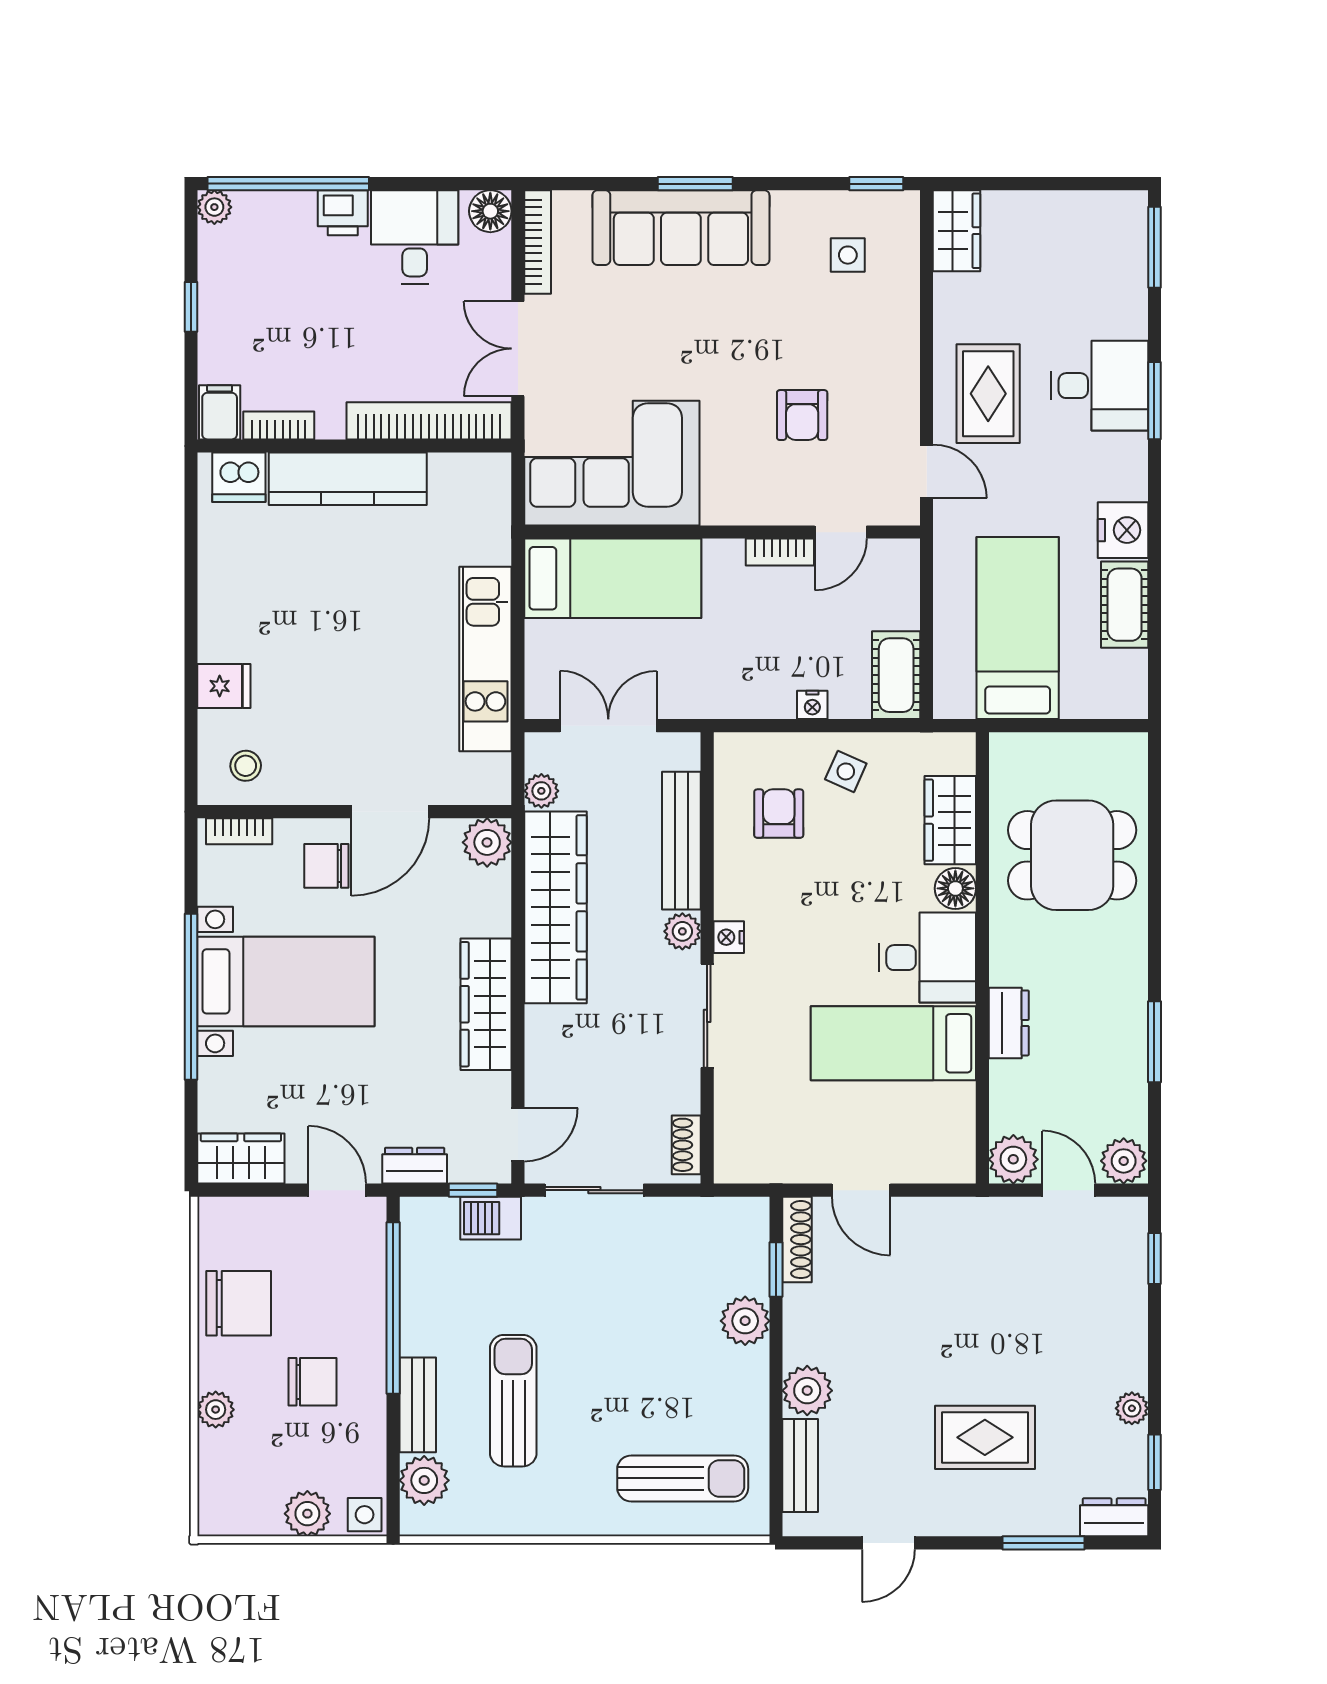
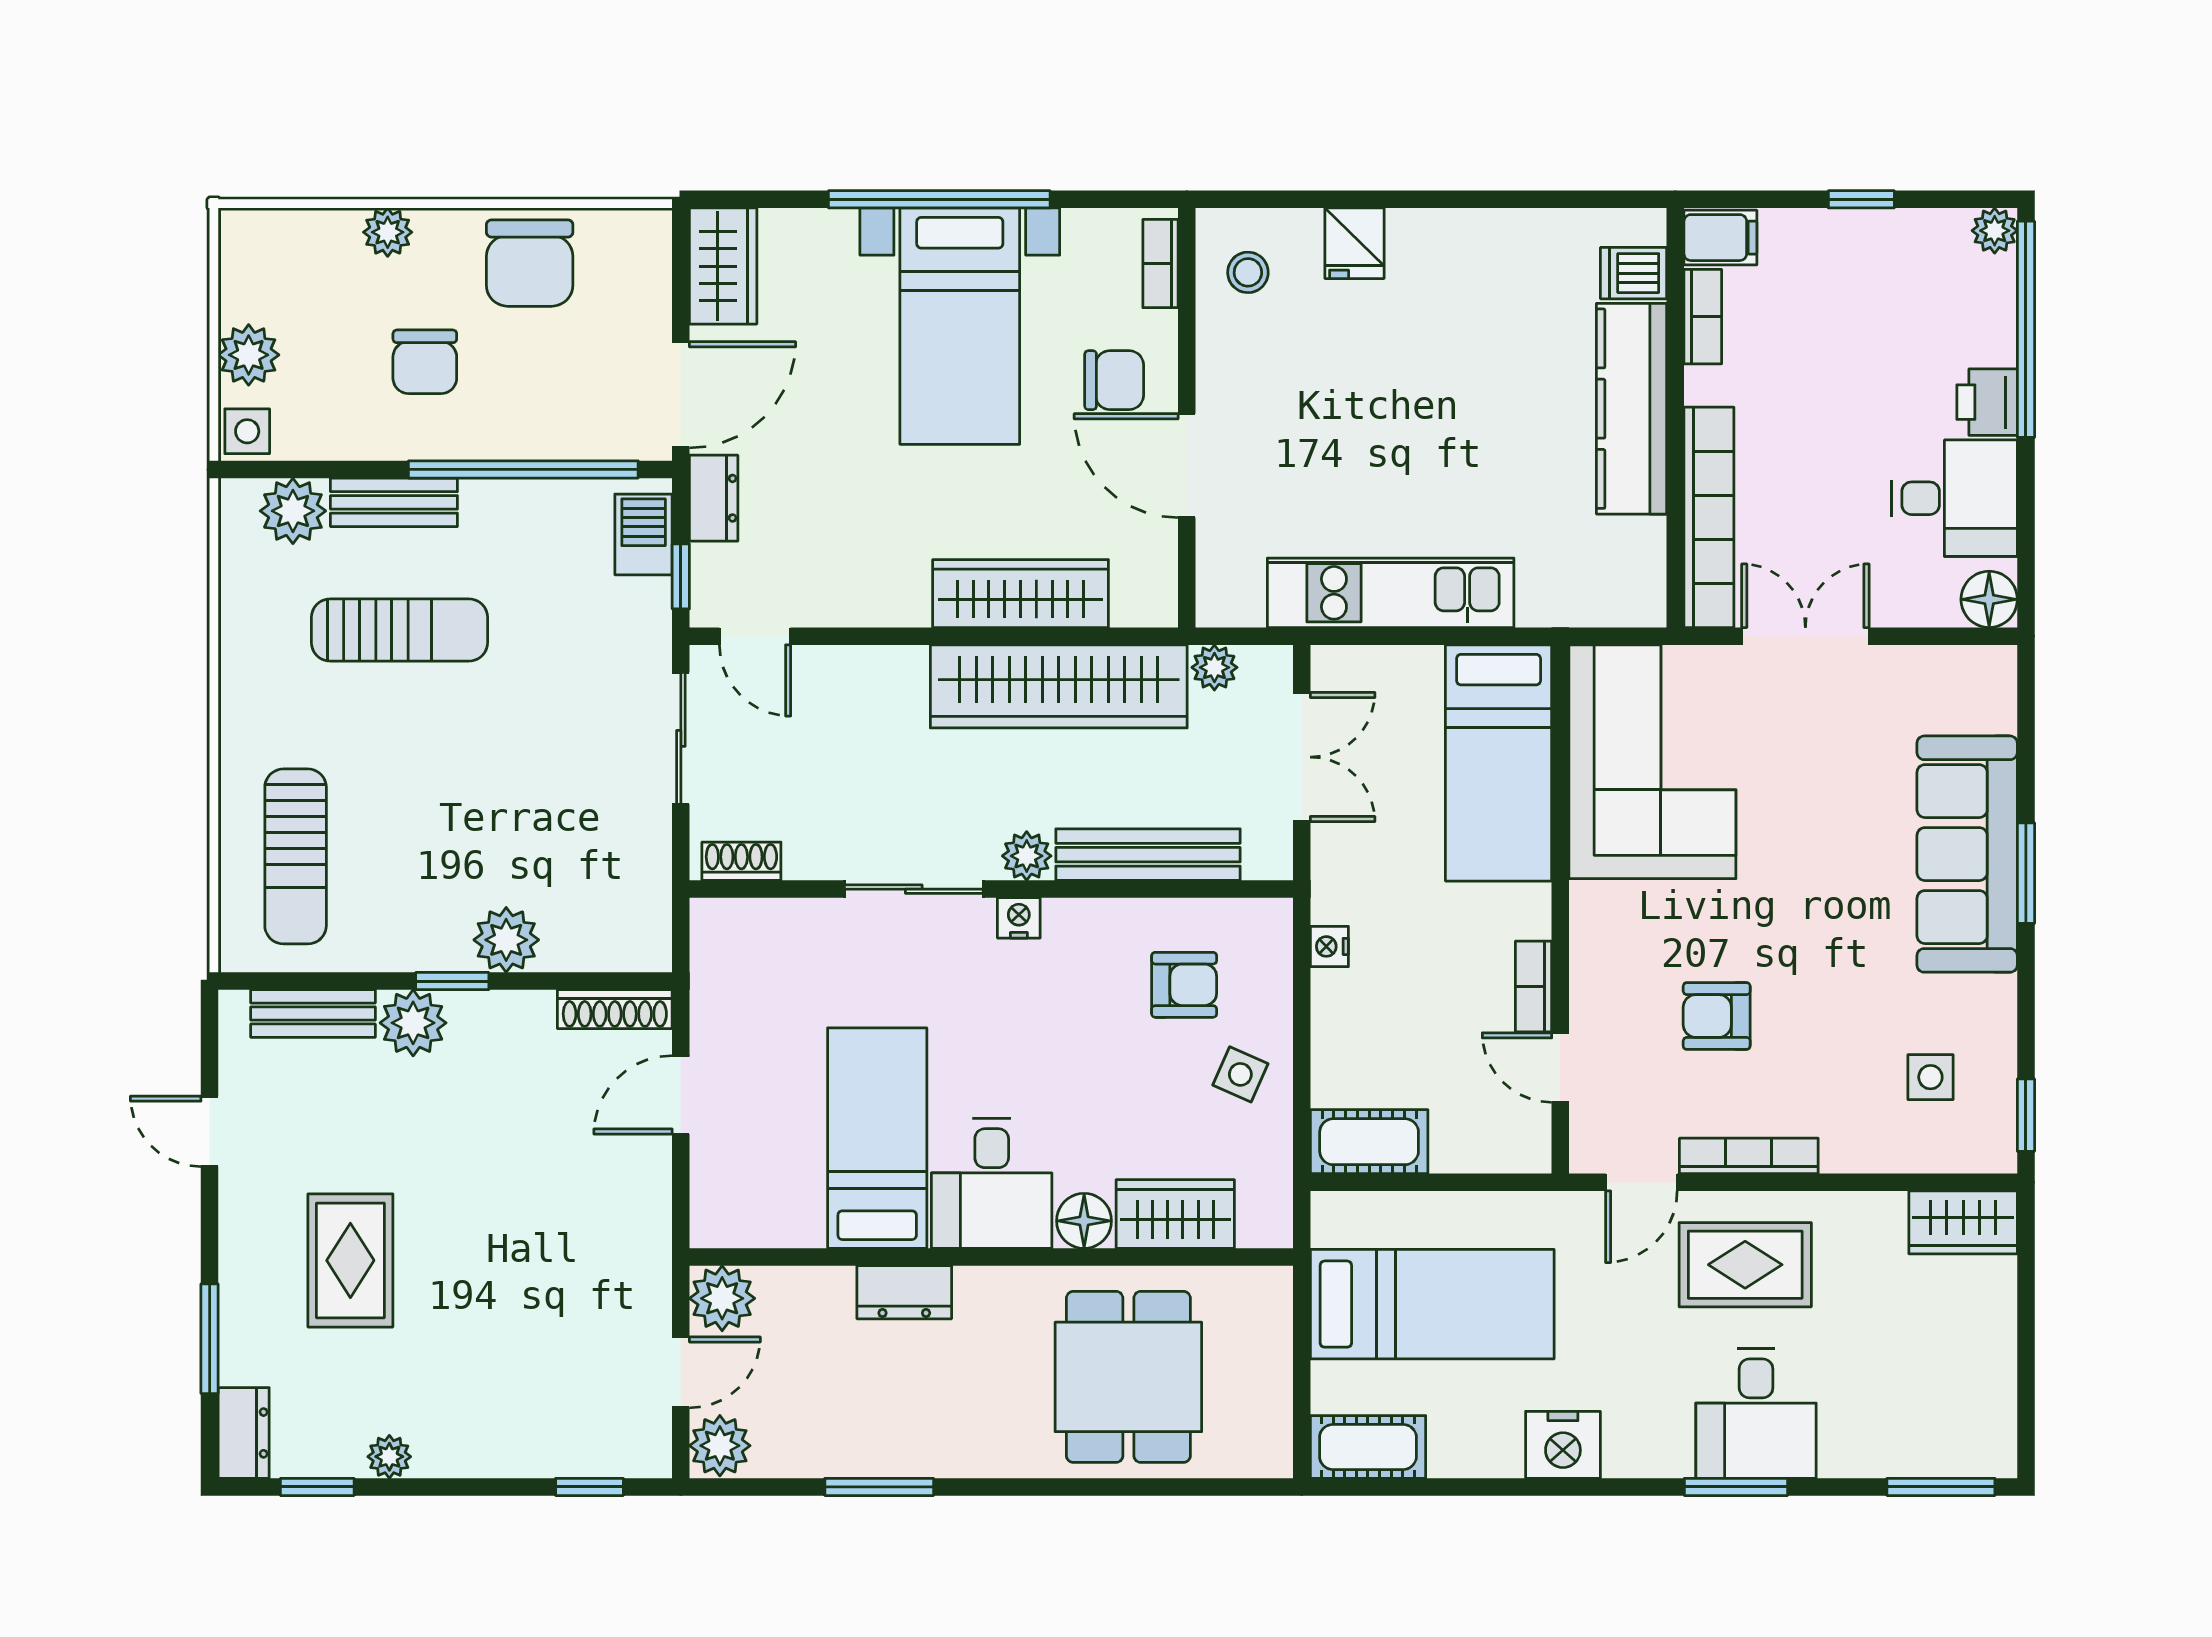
bookcase: (538, 242) -> (1749, 1156), moved, turned 180
dishwasher: (239, 477) -> (1634, 273), width x0.73
cot: (1125, 605) -> (1368, 1447), moved
nightstand: (812, 705) -> (1329, 946), moved
plant: (487, 842) -> (1146, 595), removed
chair: (326, 866) -> (1114, 380), turned 90
wardrobe: (486, 1004) -> (1021, 594), moved
door: (337, 1190) -> (681, 395), width x1.38
barbecue: (491, 1218) -> (644, 534), moved
window: (776, 1270) -> (452, 981), moved

